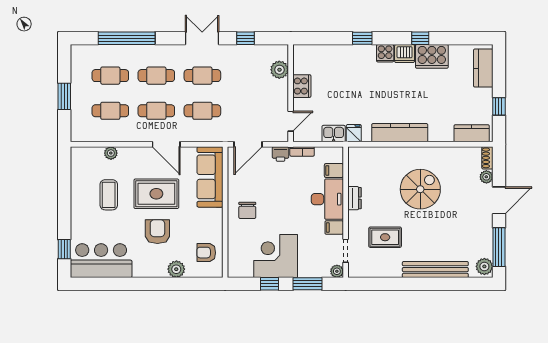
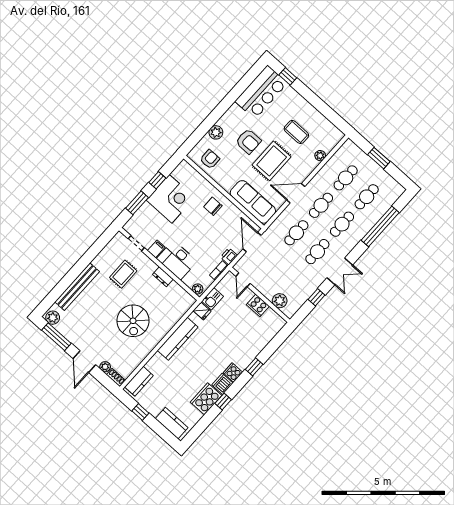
filing cabinet: (334, 170) -> (190, 279), removed
plant: (337, 271) -> (198, 289), moved

